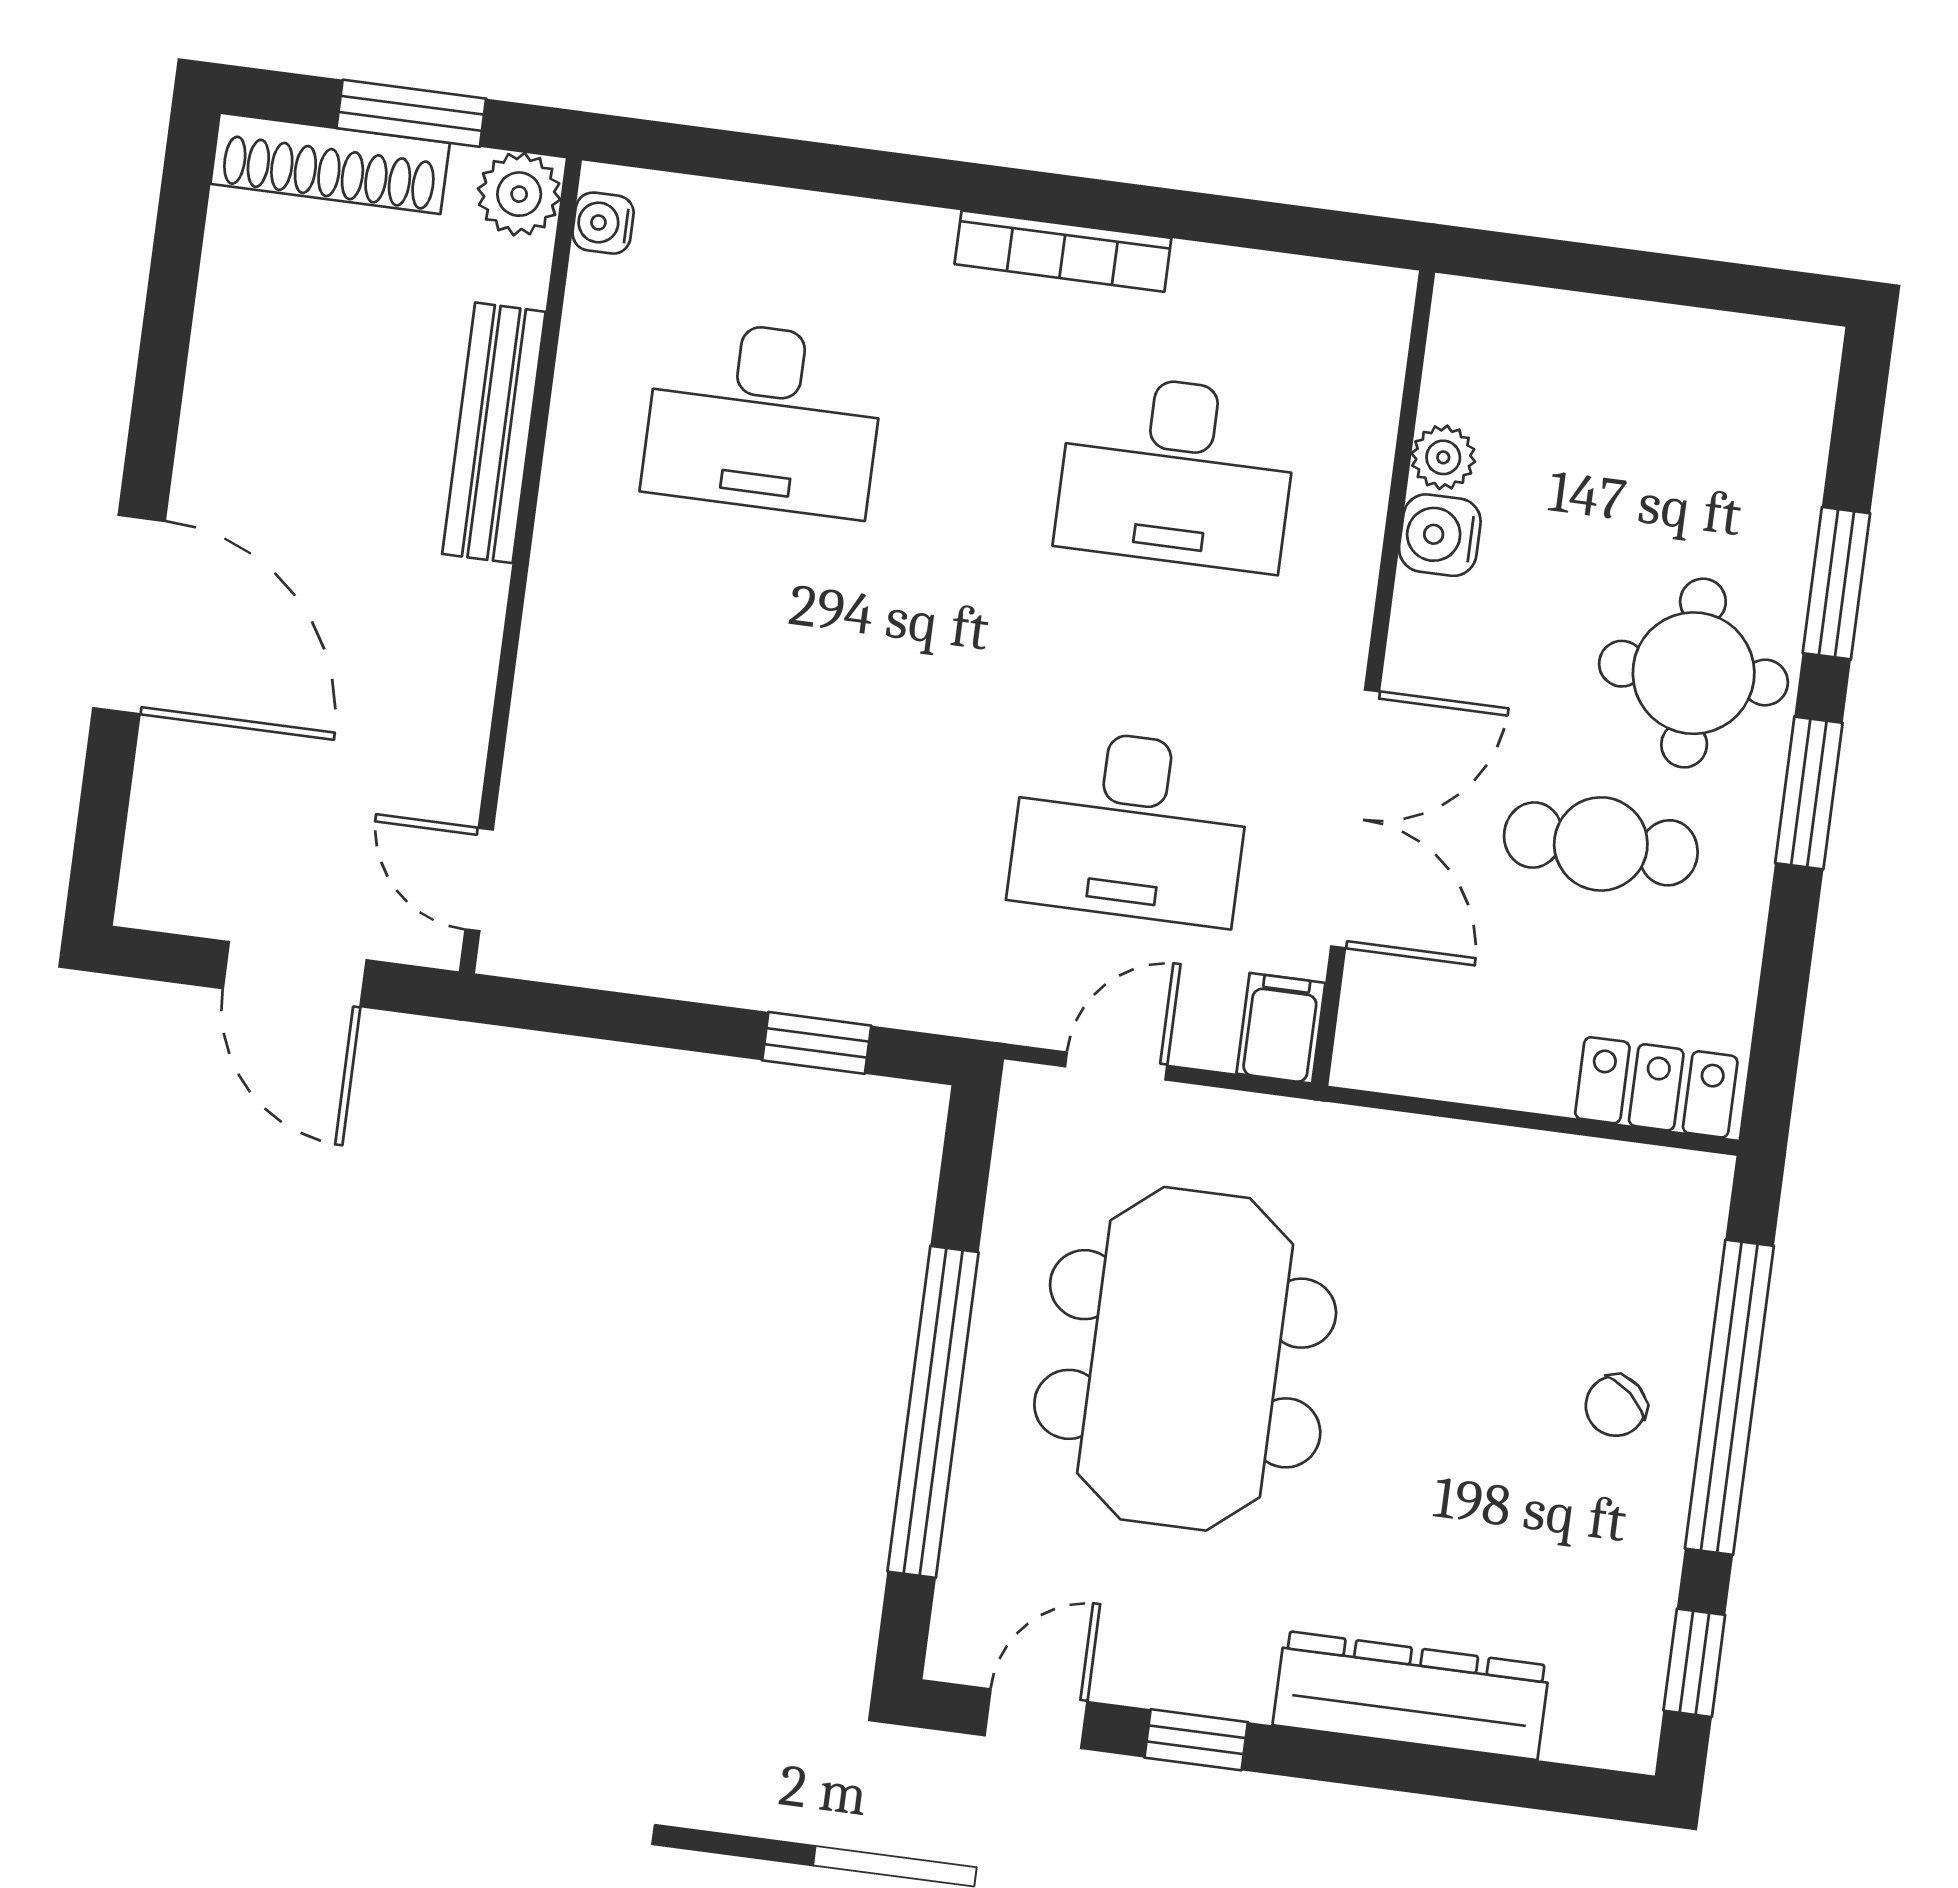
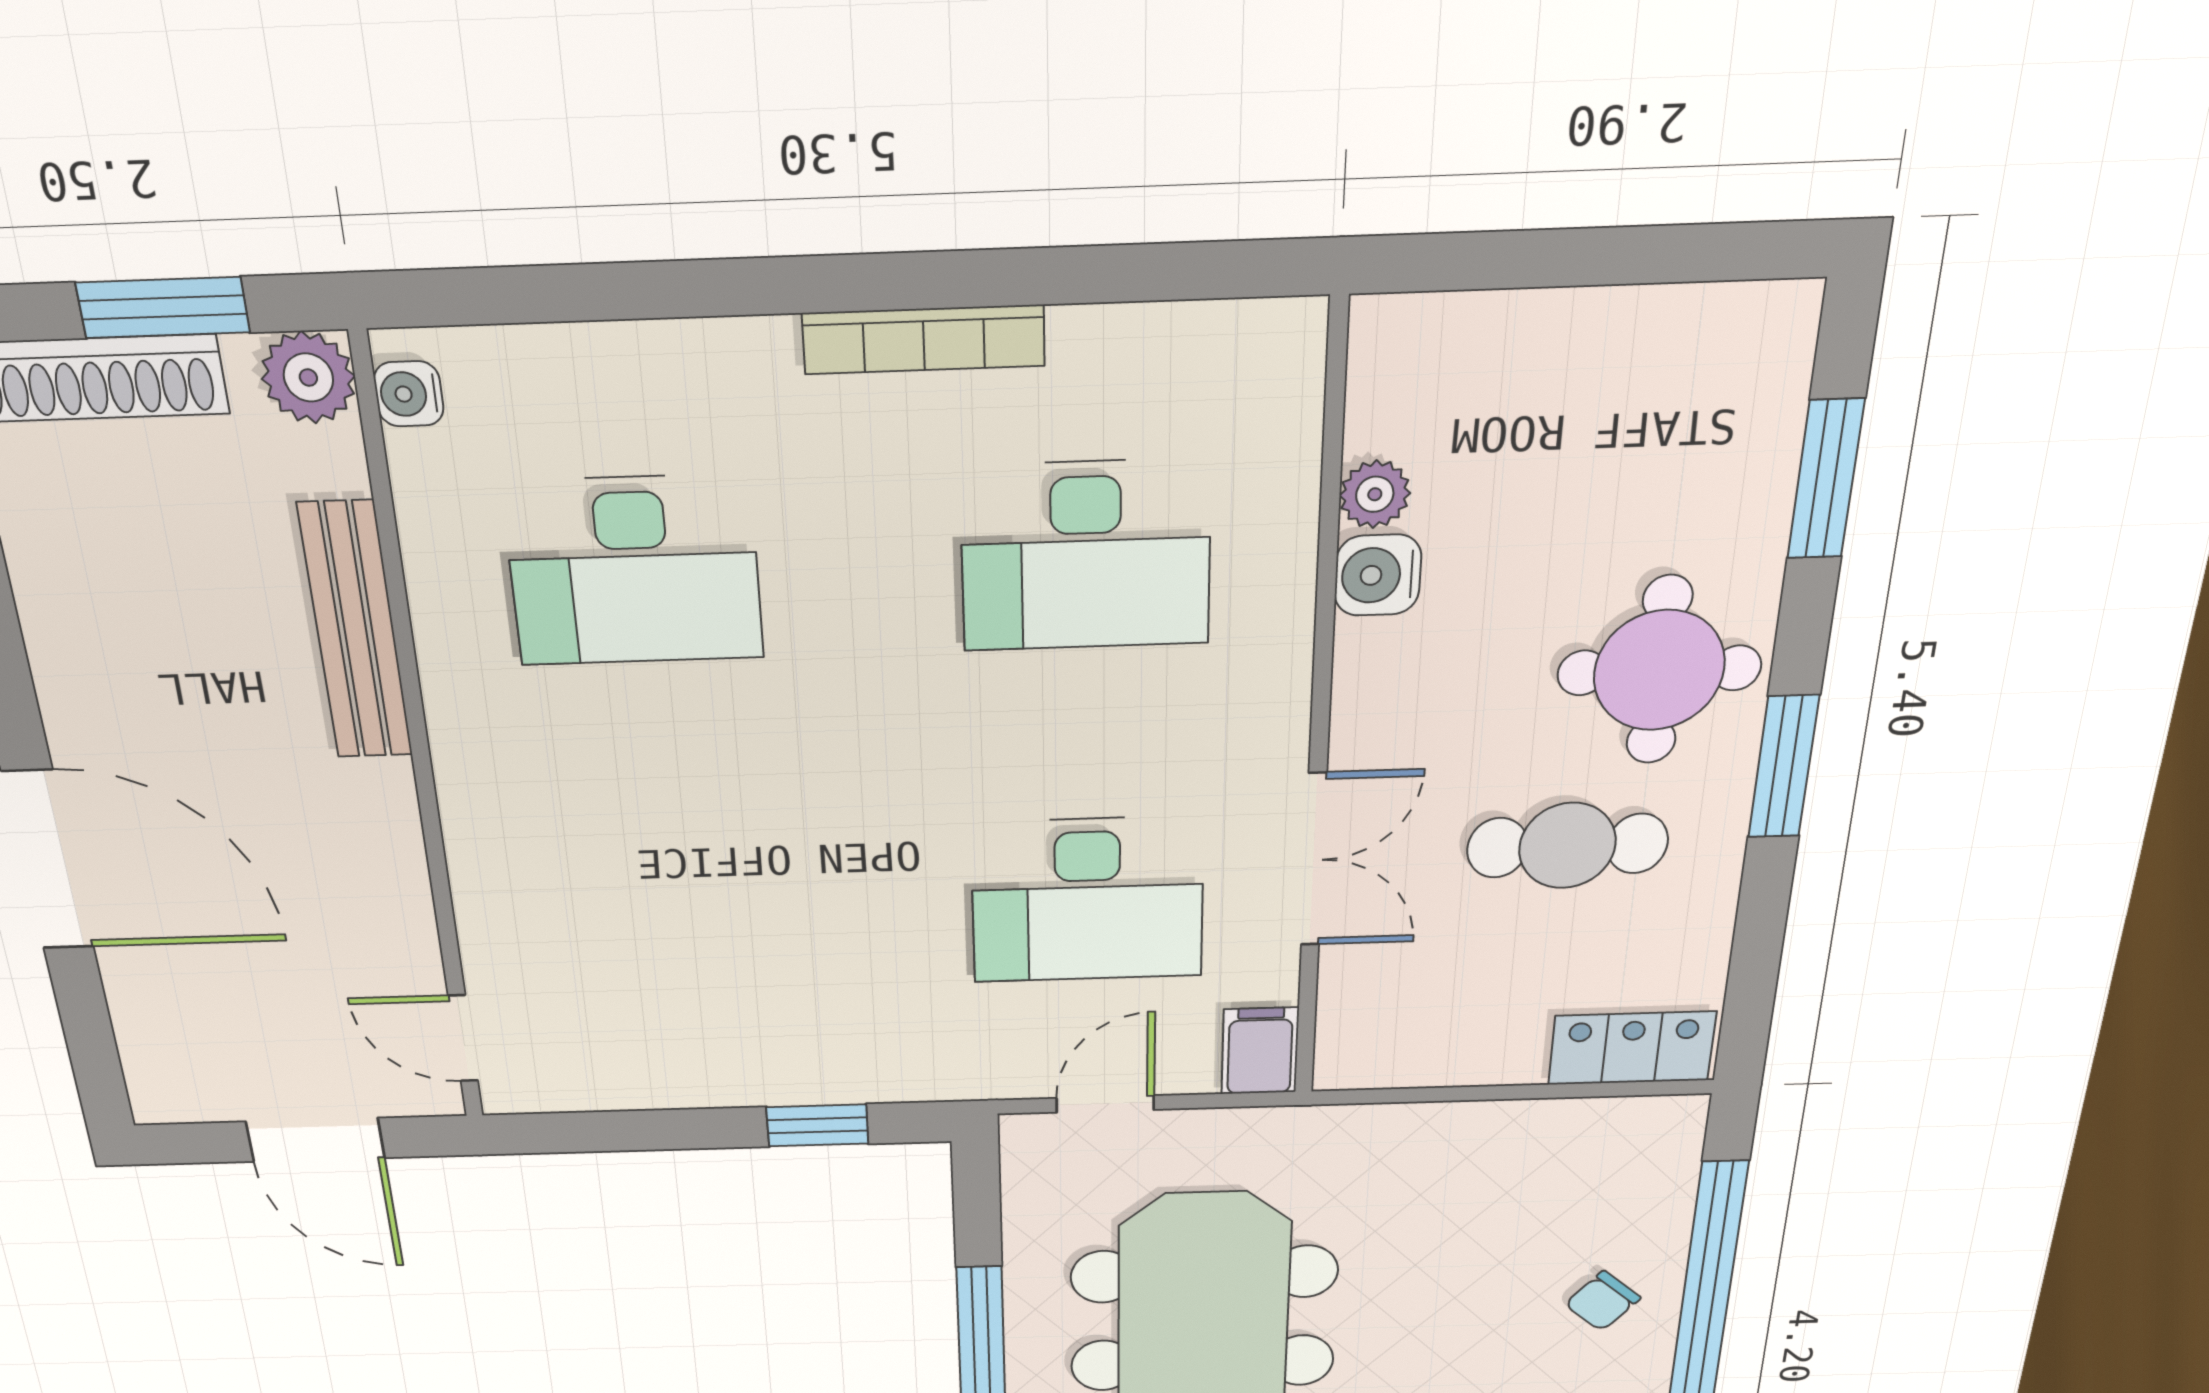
window: (1836, 583) -> (1826, 479), moved
double door: (1355, 819) -> (1314, 860), width x0.73

